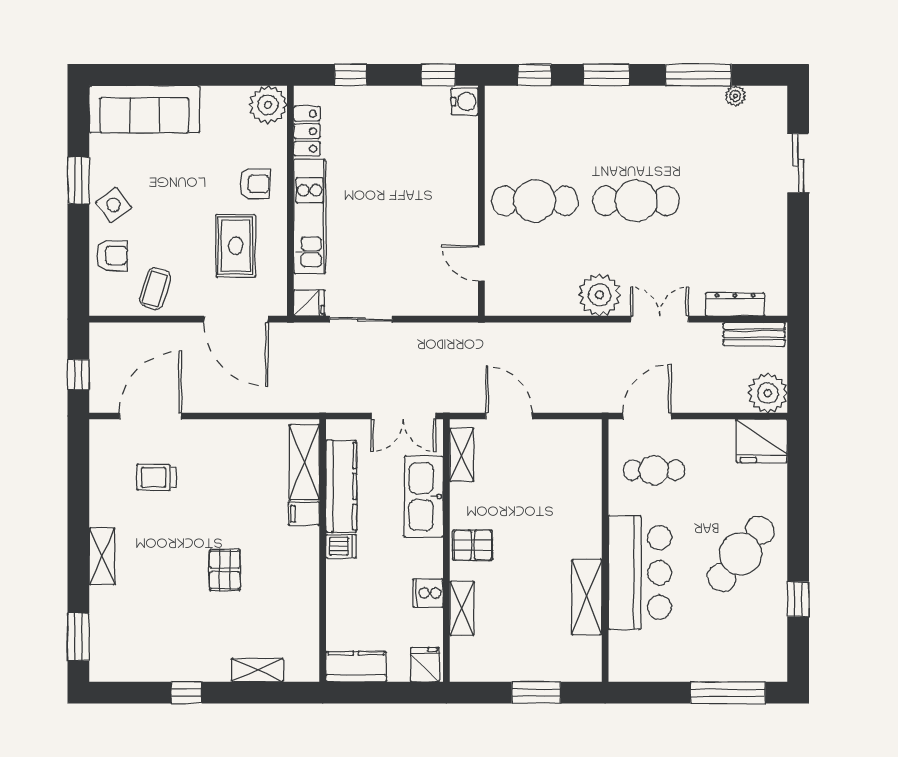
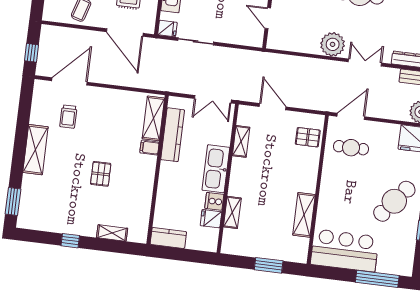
shelving: (462, 455) -> (241, 141), moved
trolley: (156, 477) -> (68, 117), turned -90
kitchen sink: (424, 497) -> (216, 169), moved
pallet: (473, 545) -> (308, 137), moved
dishwasher: (341, 546) -> (168, 169), removed
shelving: (102, 556) -> (35, 150), width x1.50, depth x1.33
bar counter: (640, 572) -> (345, 250), moved, turned -90
fridge: (425, 665) -> (211, 219), moved, turned -90

